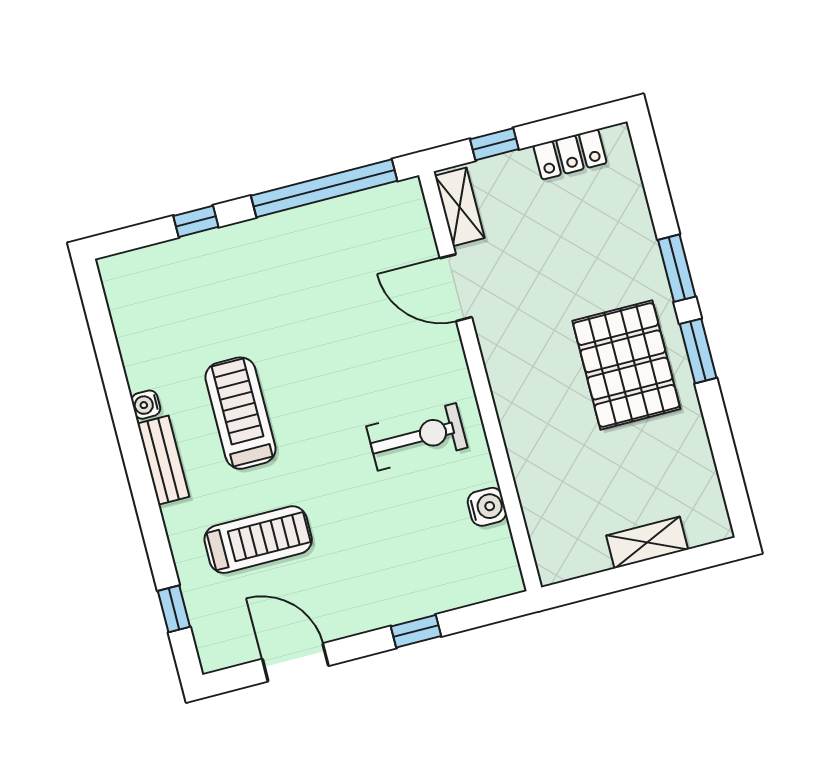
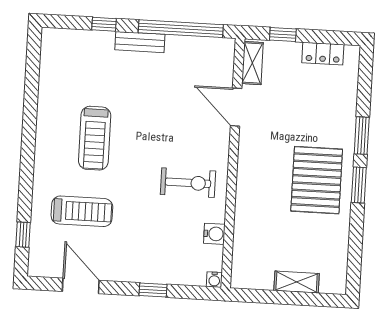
water cooler: (146, 405) -> (214, 280), moved, turned -90
treadmill: (240, 413) -> (95, 138), turned 180
bench: (163, 460) -> (140, 42), moved, turned 90

